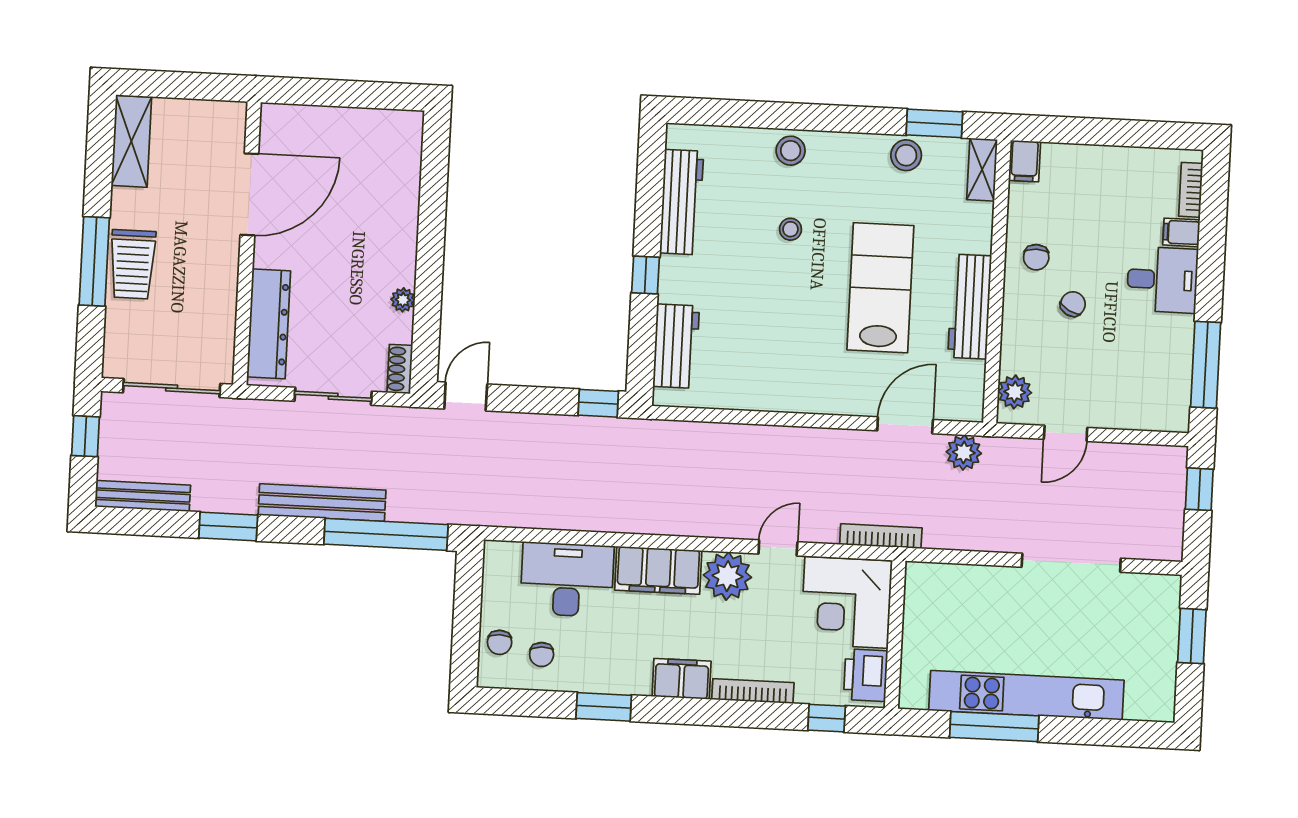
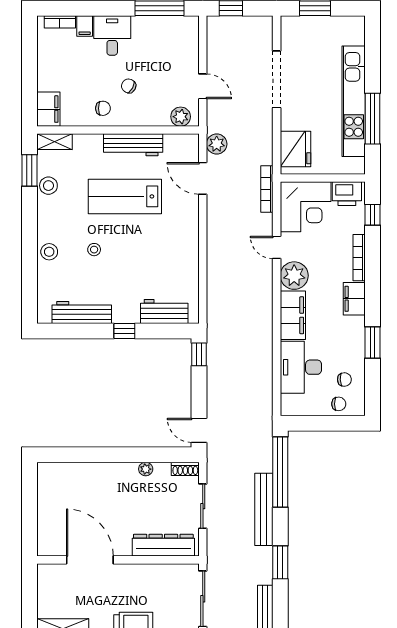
filing cabinet: (1025, 161) -> (48, 109), width x2.00
fridge: (948, 589) -> (295, 149), added

